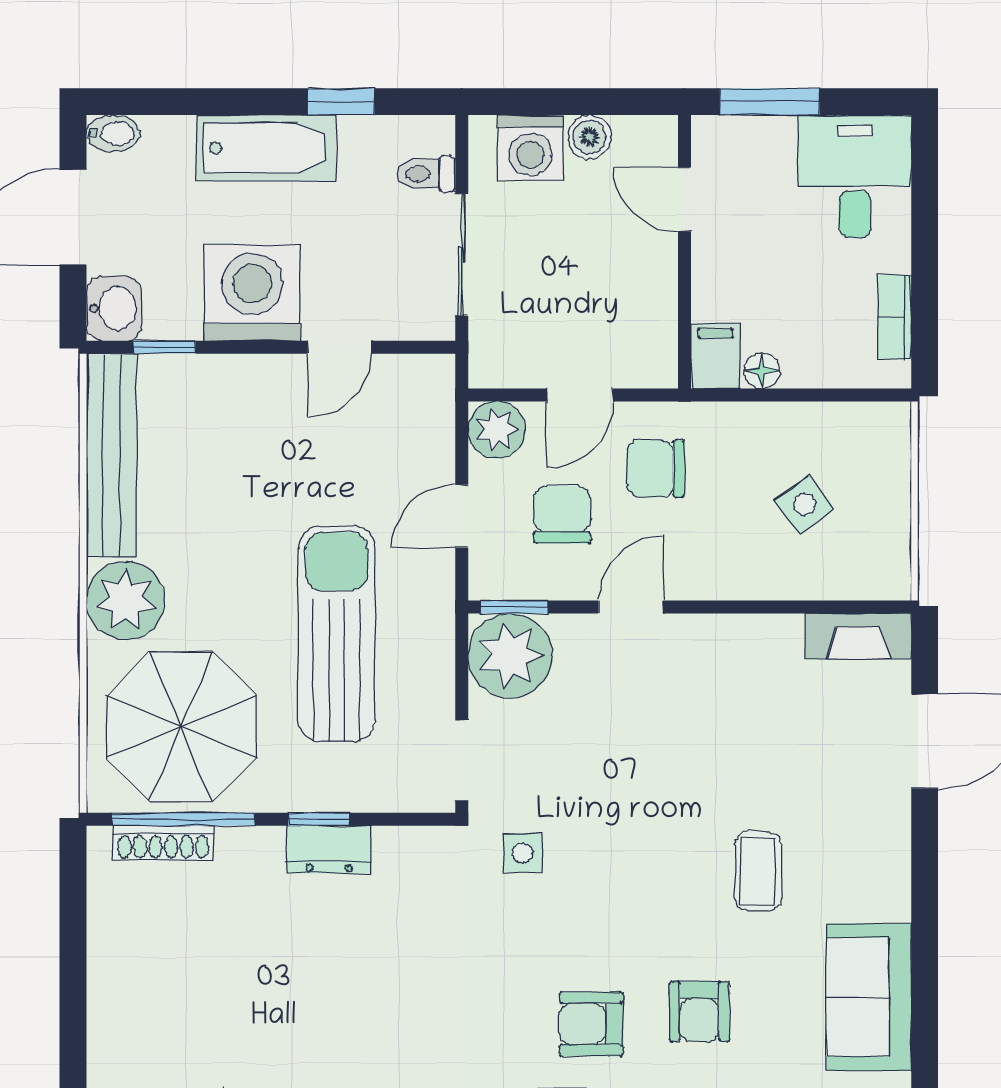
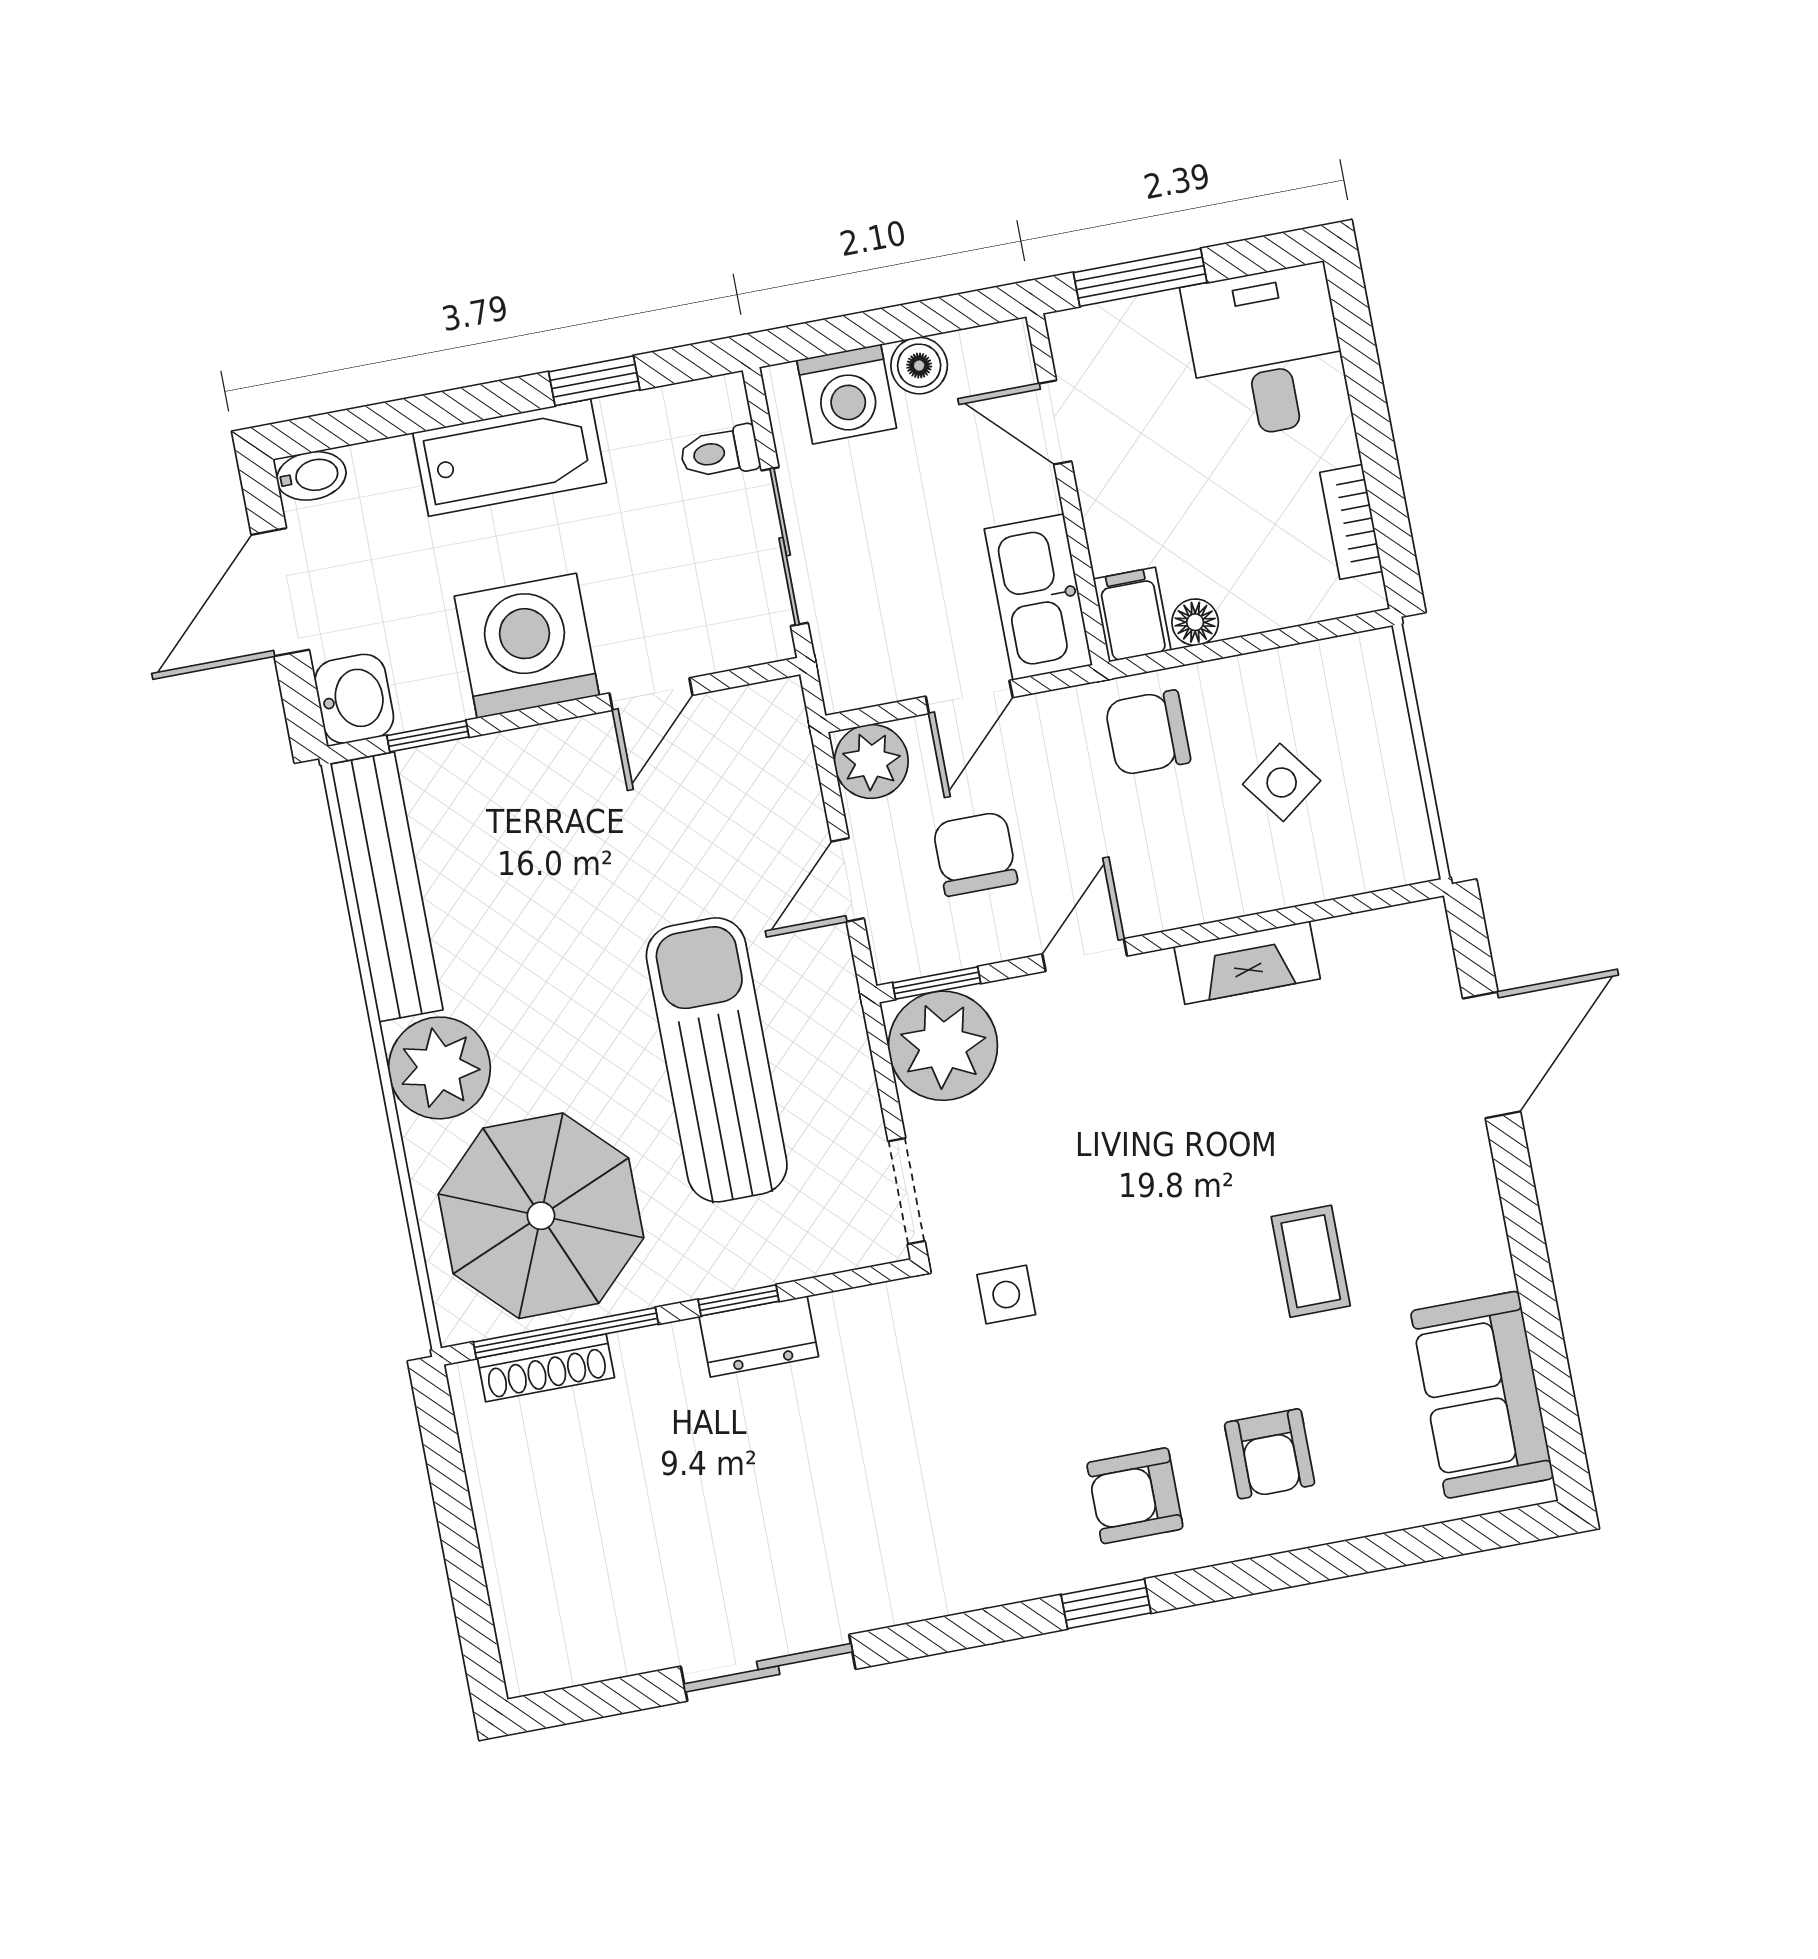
kitchen sink: (647, 329) -> (1038, 597), added
chair: (656, 469) -> (1148, 733), moved
fireplace: (858, 636) -> (1247, 963), moved

